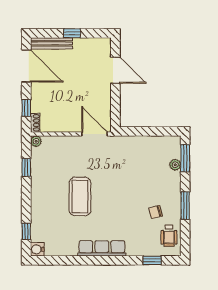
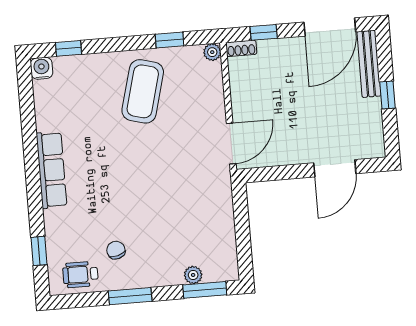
coffee table: (80, 196) -> (143, 91), moved, turned -75

